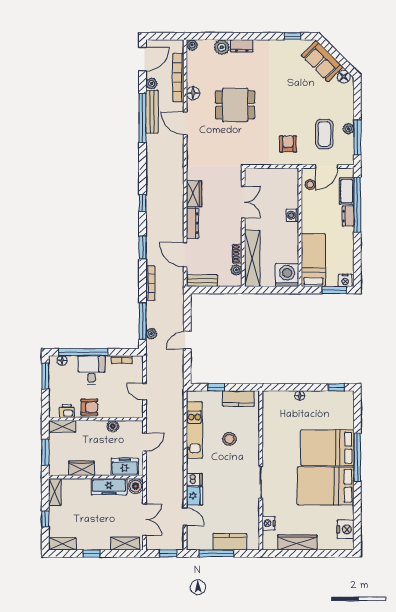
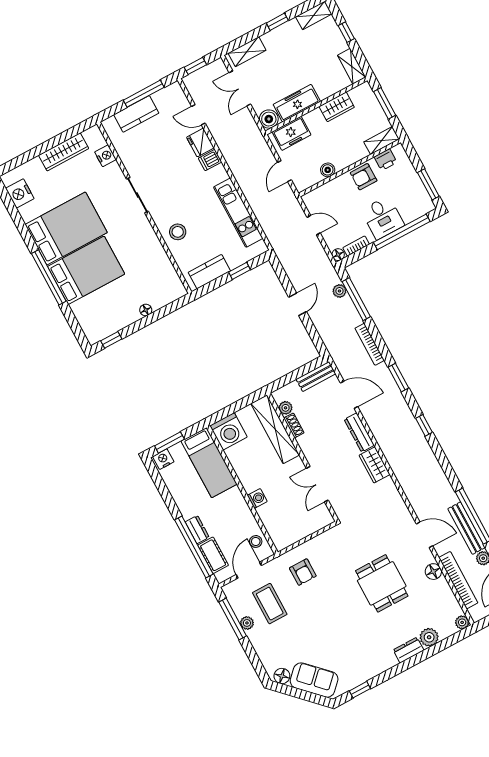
dining table: (235, 105) -> (382, 583), turned 90
floor lamp: (62, 361) -> (338, 255), moved
stool: (229, 439) -> (178, 232), moved

